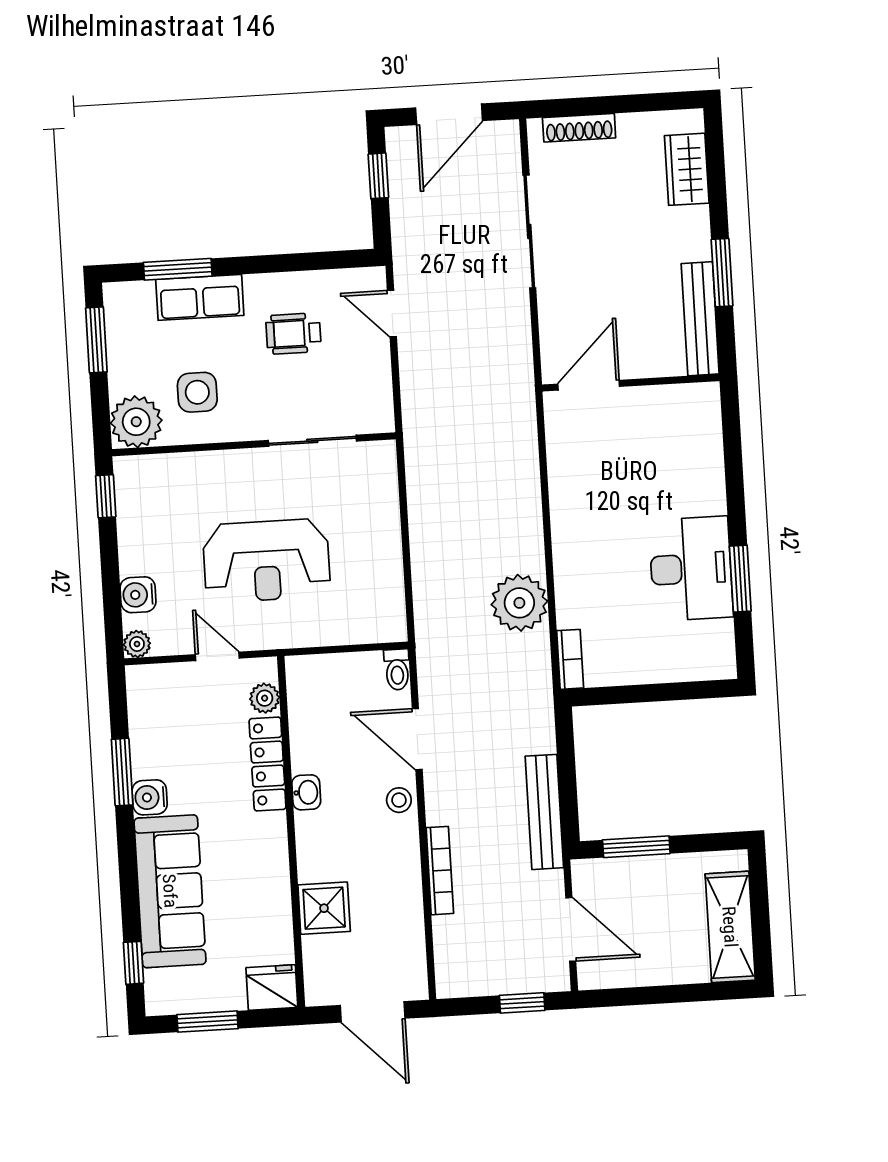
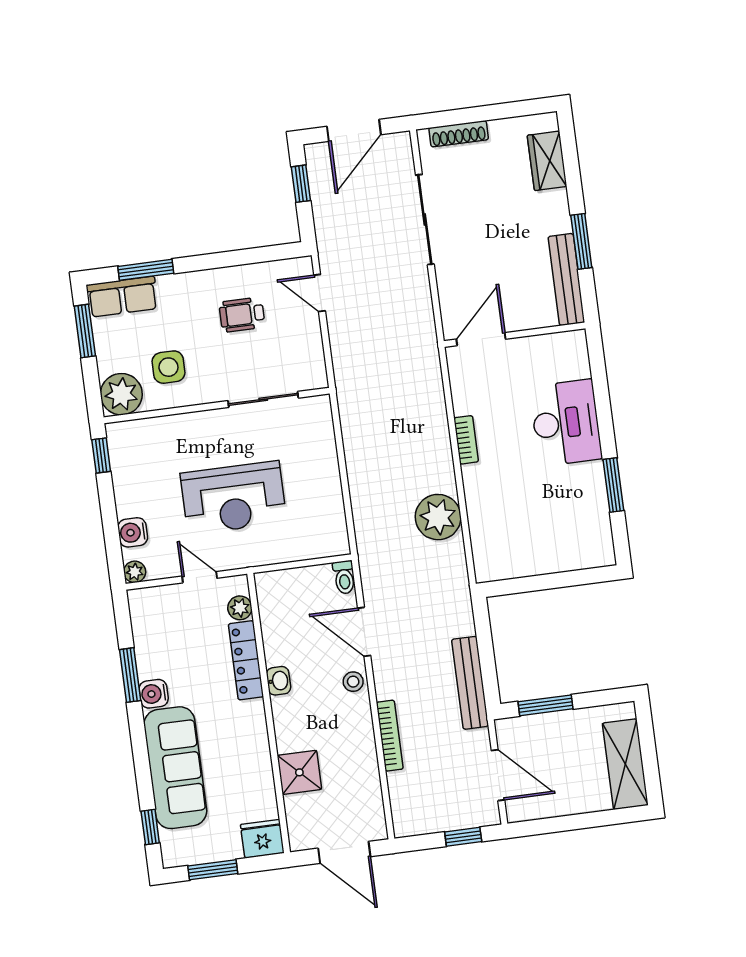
row of seats: (200, 297) -> (122, 297), moved
desk: (691, 569) -> (566, 423), moved
bookcase: (570, 659) -> (466, 440), moved

